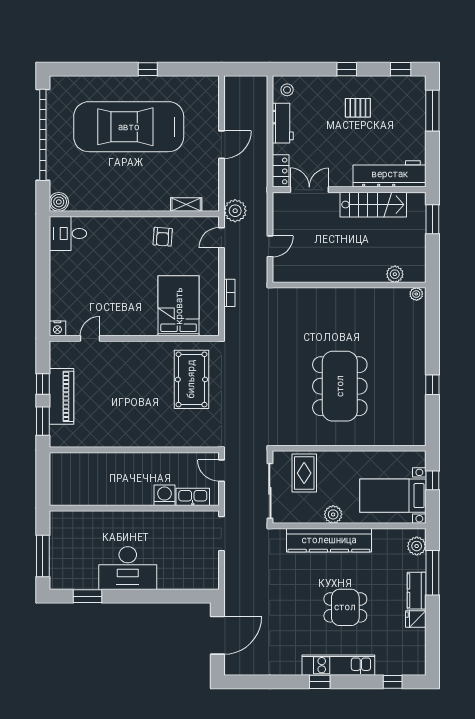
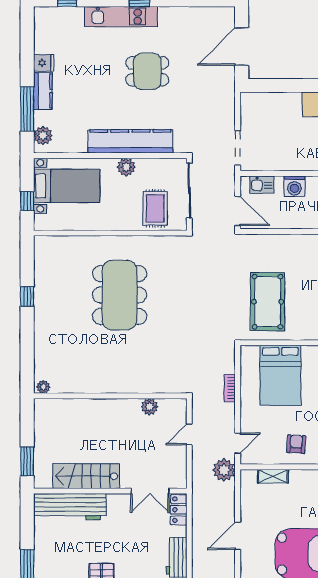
plant: (395, 274) -> (149, 407), moved
door: (221, 471) -> (238, 211), width x1.38
kitchen sink: (193, 497) -> (262, 185), width x0.73
dining table: (345, 607) -> (147, 71), moved

